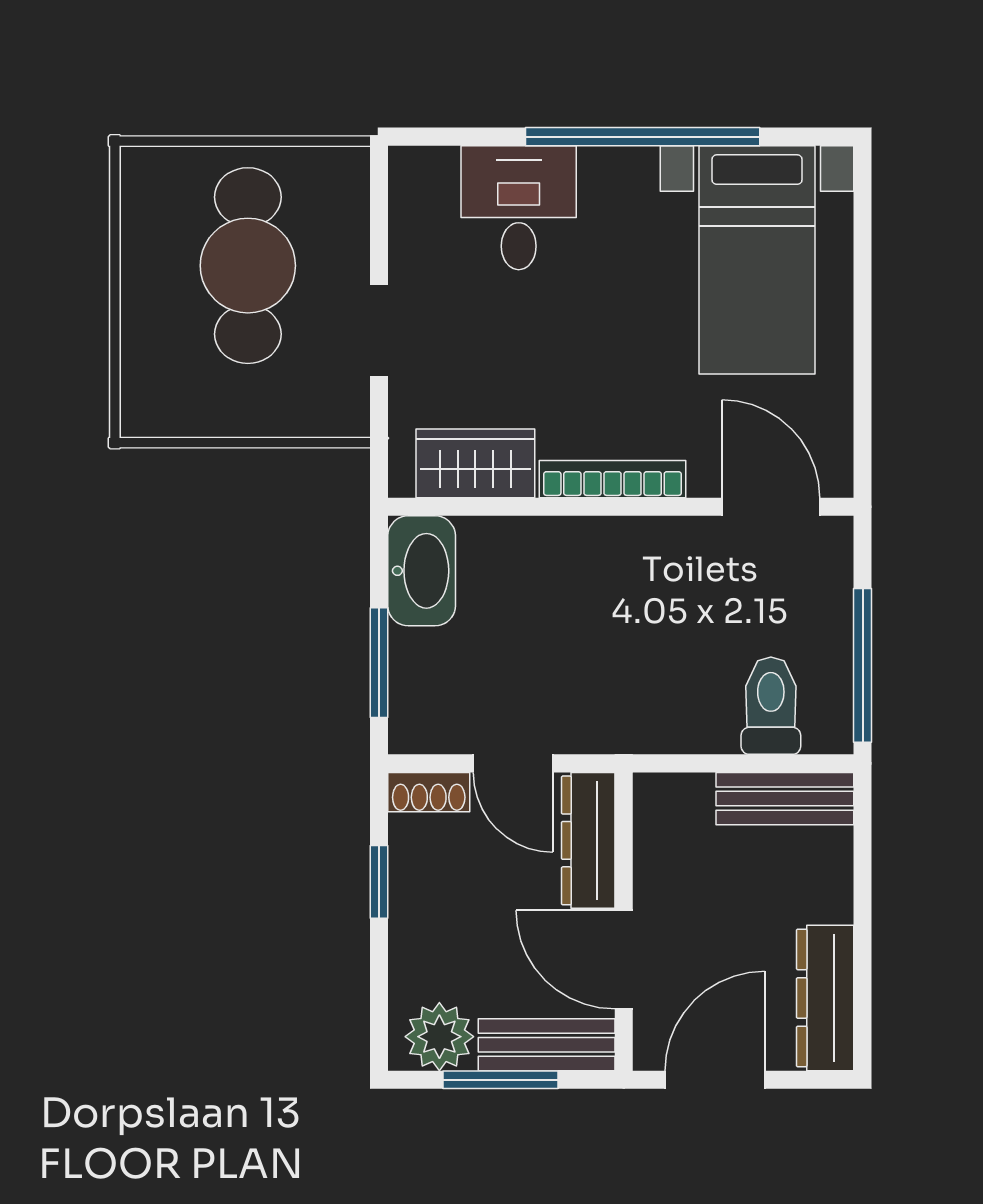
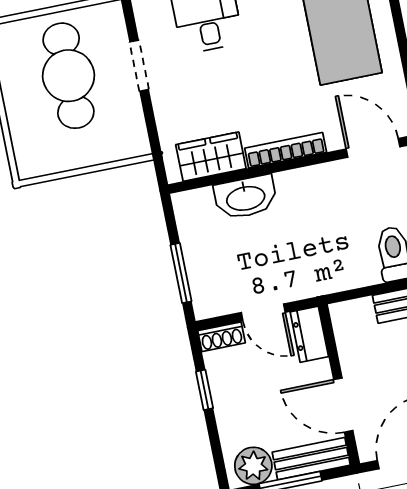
doorway: (379, 330) -> (139, 66), moved
washbasin: (422, 571) -> (246, 197), moved, turned 90
dresser: (588, 840) -> (309, 334), width x0.70

